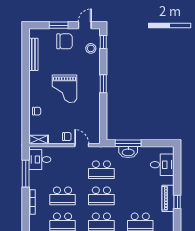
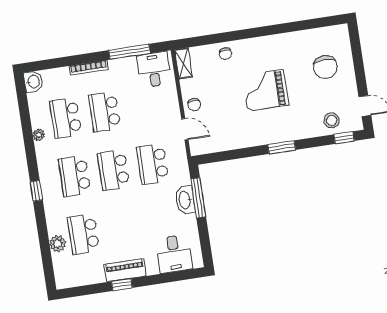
window: (59, 25) -> (359, 67), removed
chair: (64, 41) -> (325, 67), moved
bench: (33, 54) -> (310, 36), removed
door: (82, 145) -> (185, 129), hinge flipped

